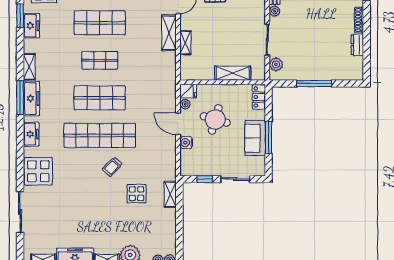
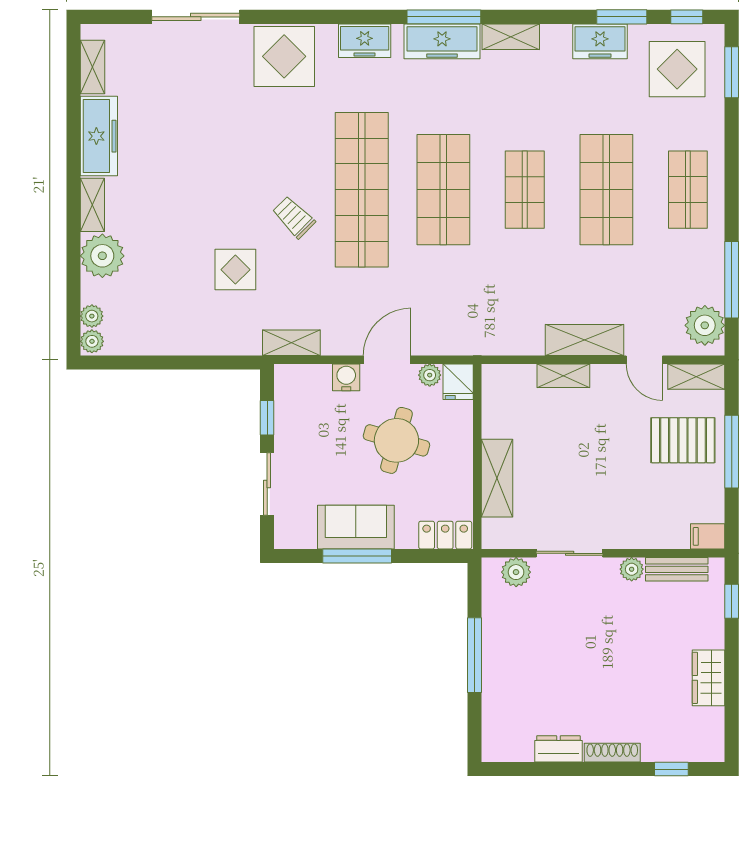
shelving: (170, 194) -> (291, 343), moved

